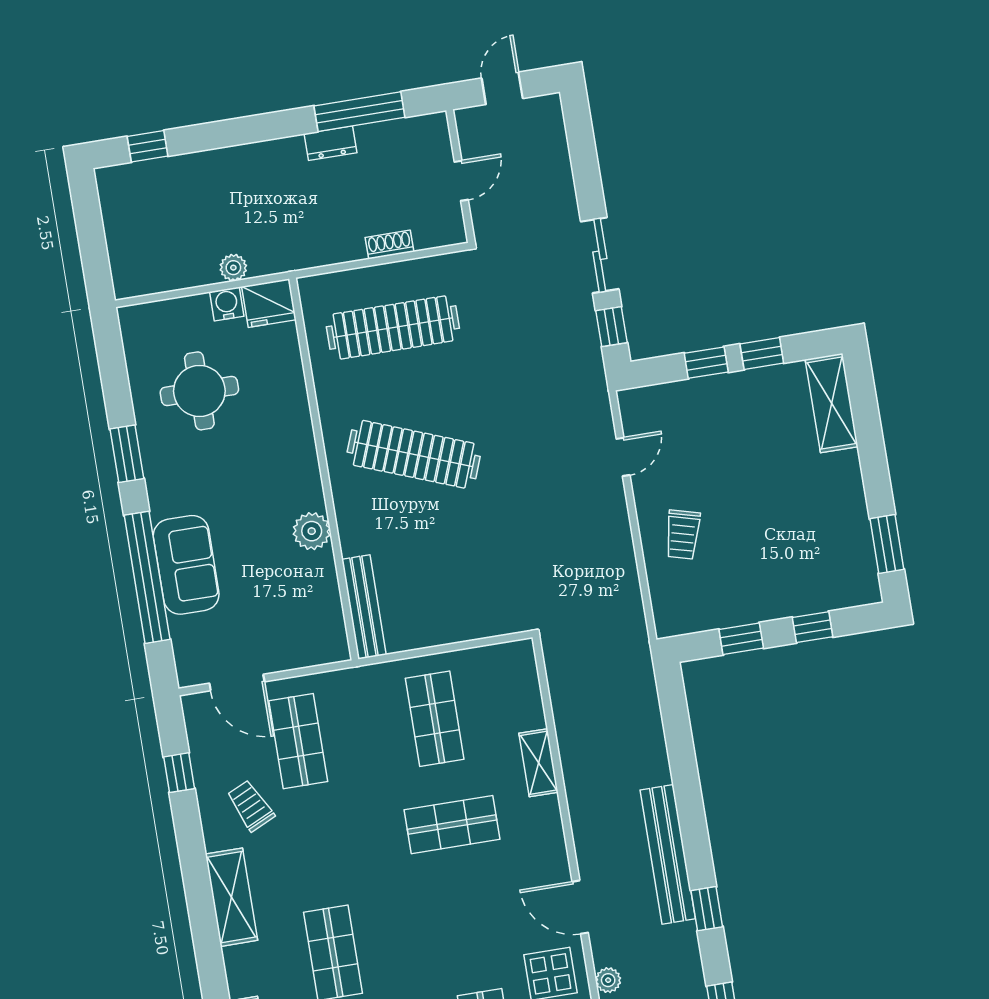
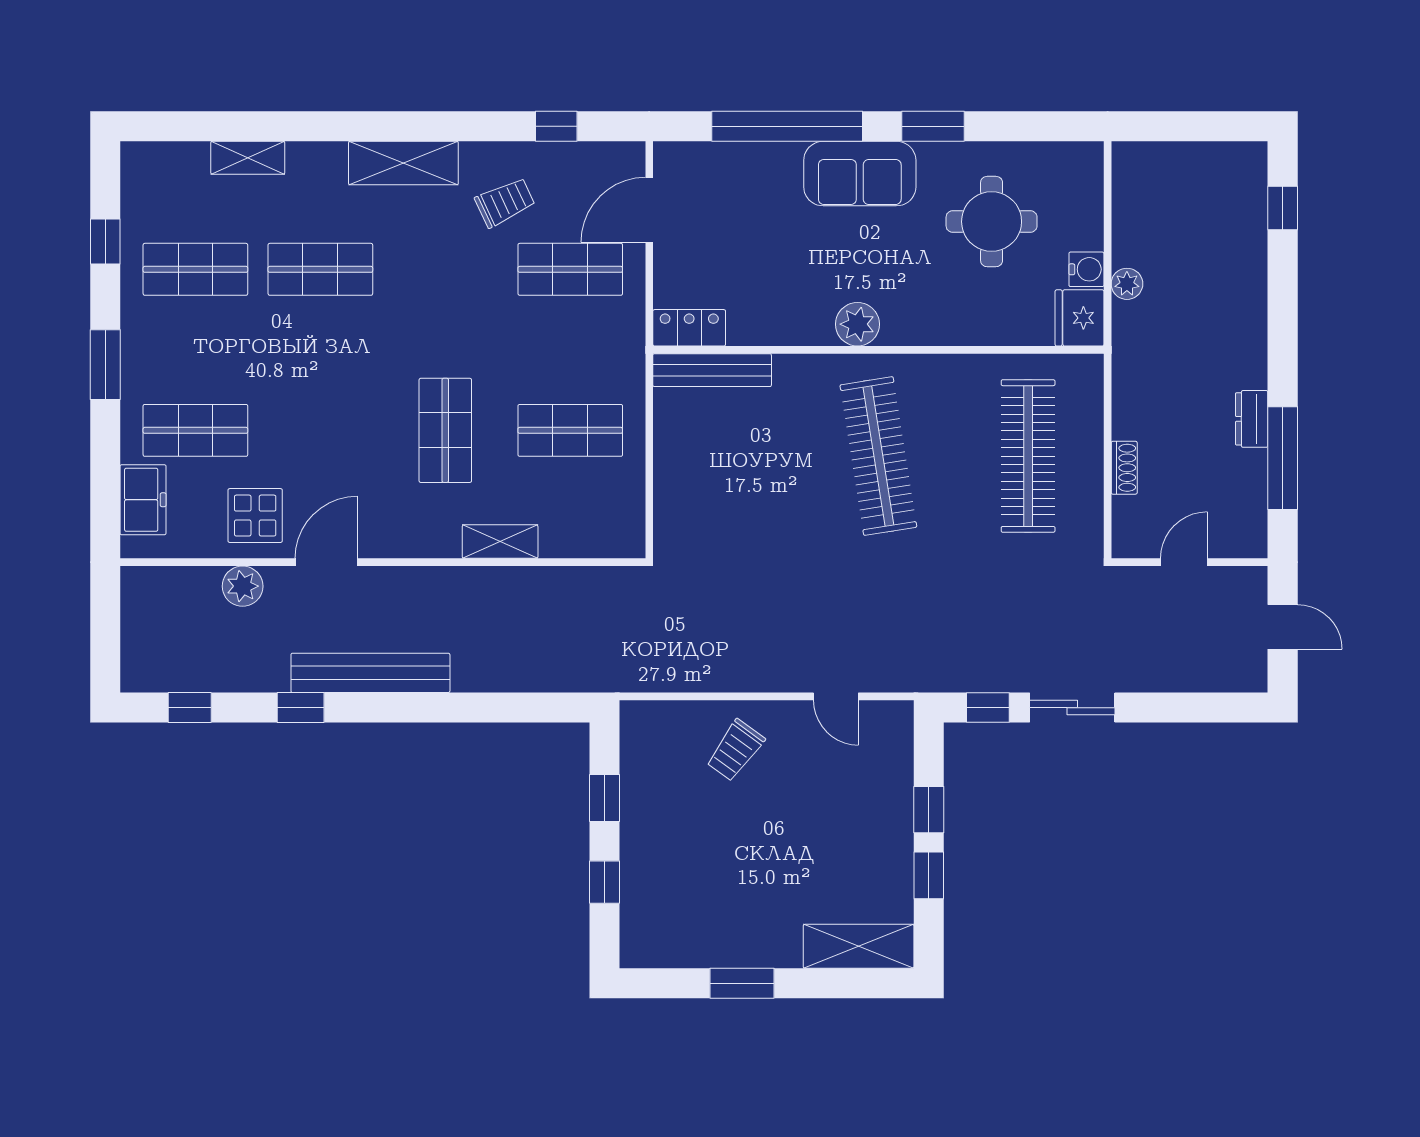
door: (461, 181) -> (1184, 562), swing flipped
clothes rail: (414, 454) -> (878, 456), turned -30
plant: (312, 531) -> (857, 324), moved
trolley: (683, 535) -> (735, 750), turned -69
window: (887, 544) -> (742, 983), moved
sofa: (186, 565) -> (860, 174), moved
locker: (331, 632) -> (689, 328), added
plant: (608, 980) -> (243, 586), width x1.38, depth x1.38

